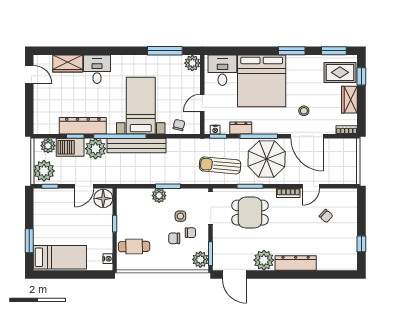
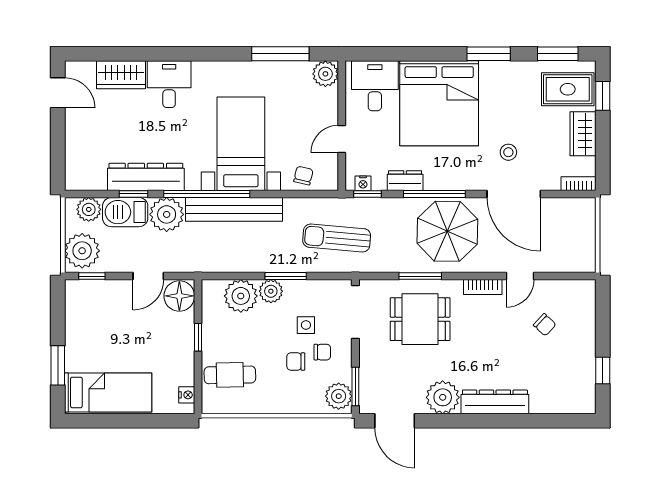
sun lounger: (220, 165) -> (337, 238), moved
plant: (141, 198) -> (241, 296), added

